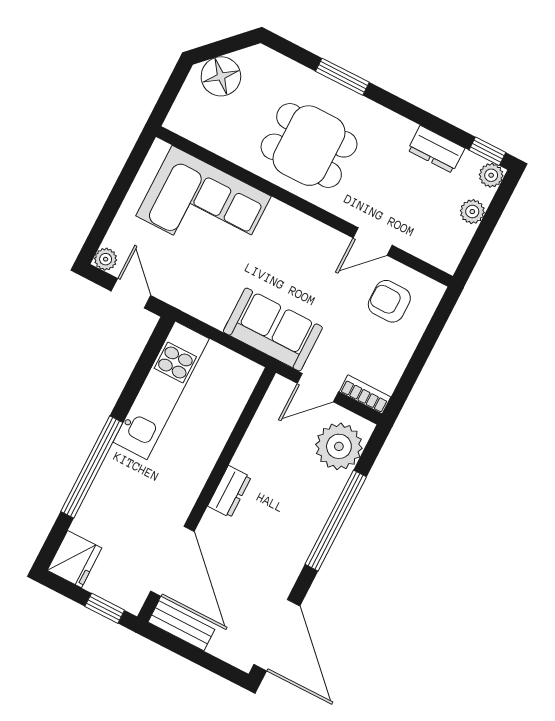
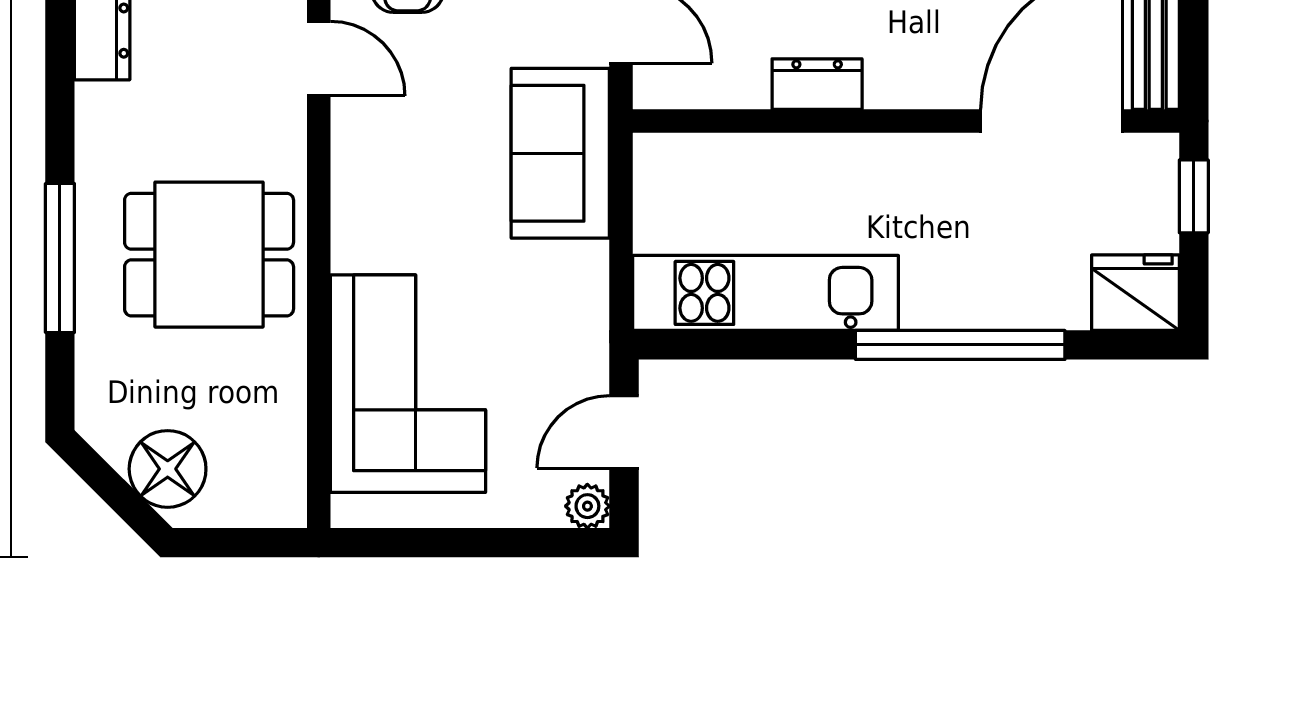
window: (342, 77) -> (60, 258), width x1.44
dining table: (309, 146) -> (209, 255), turned 90
dresser: (229, 492) -> (817, 84), moved

